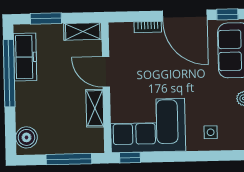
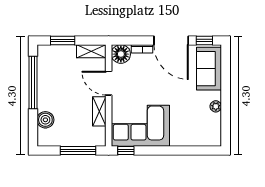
floor lamp: (121, 34) -> (121, 54), added
freezer: (25, 57) -> (46, 70), removed
side table: (211, 132) -> (189, 132), removed
boiler: (26, 137) -> (45, 120), moved

